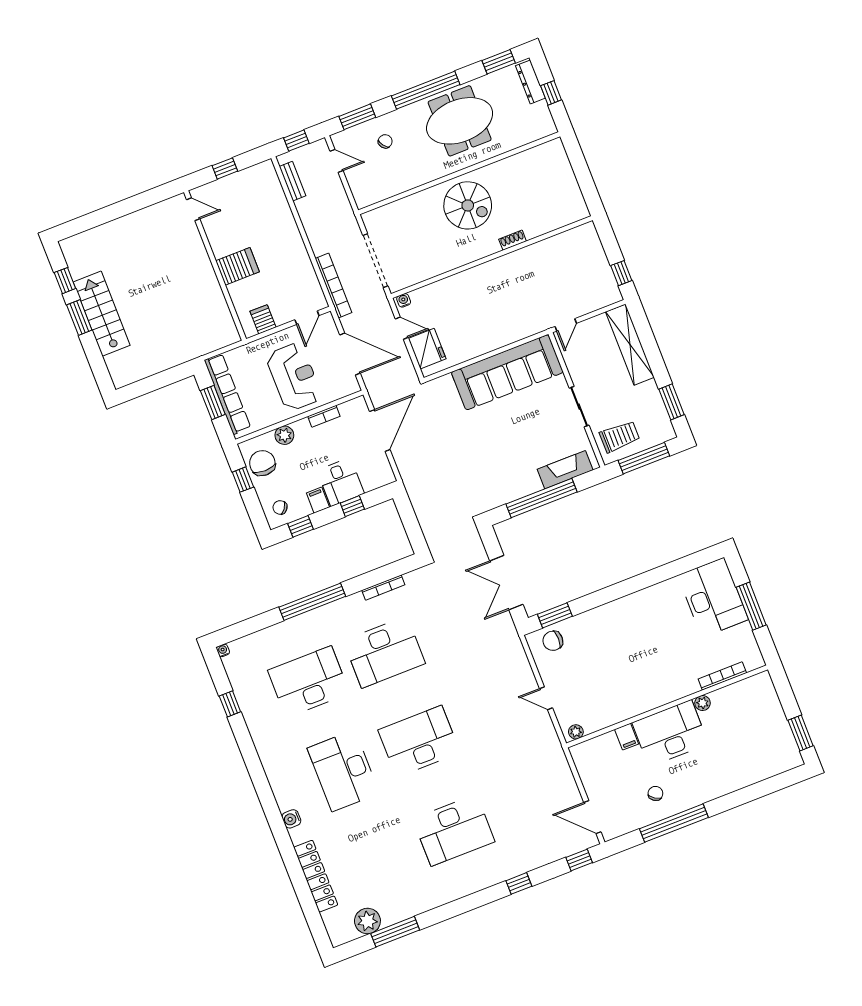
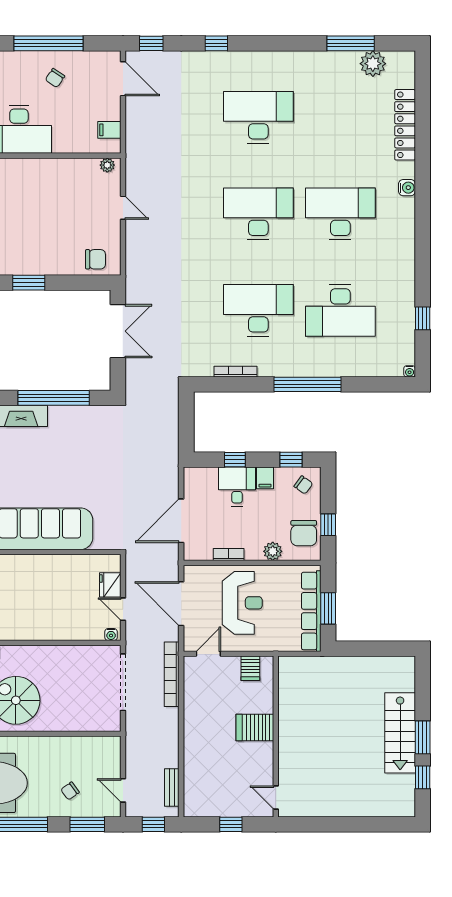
fridge: (427, 349) -> (110, 585), width x0.73, depth x0.75
reception desk: (294, 377) -> (242, 603), turned 180
window: (555, 615) -> (29, 283), moved
filing cabinet: (626, 737) -> (109, 130), moved, turned -90
desk: (419, 741) -> (258, 214), turned 180
desk: (343, 771) -> (340, 214), turned -90

